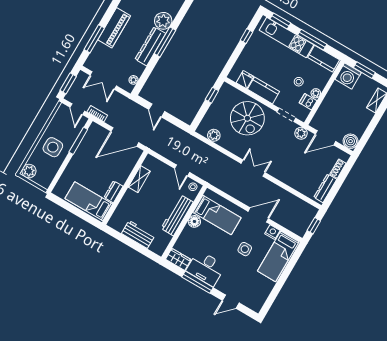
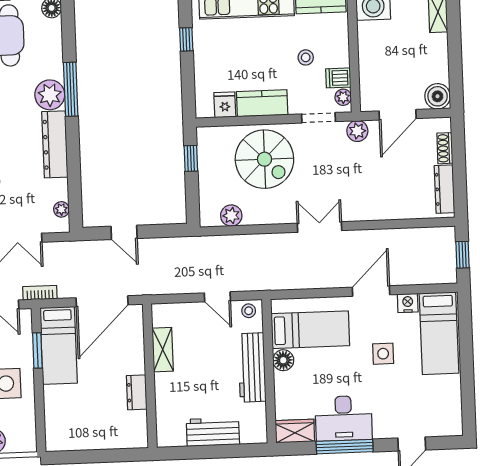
window: (165, 42) -> (71, 89), moved
plant: (316, 93) -> (343, 97), moved
window: (78, 141) -> (37, 350), width x0.69
bed: (89, 201) -> (59, 345), moved, turned -90

